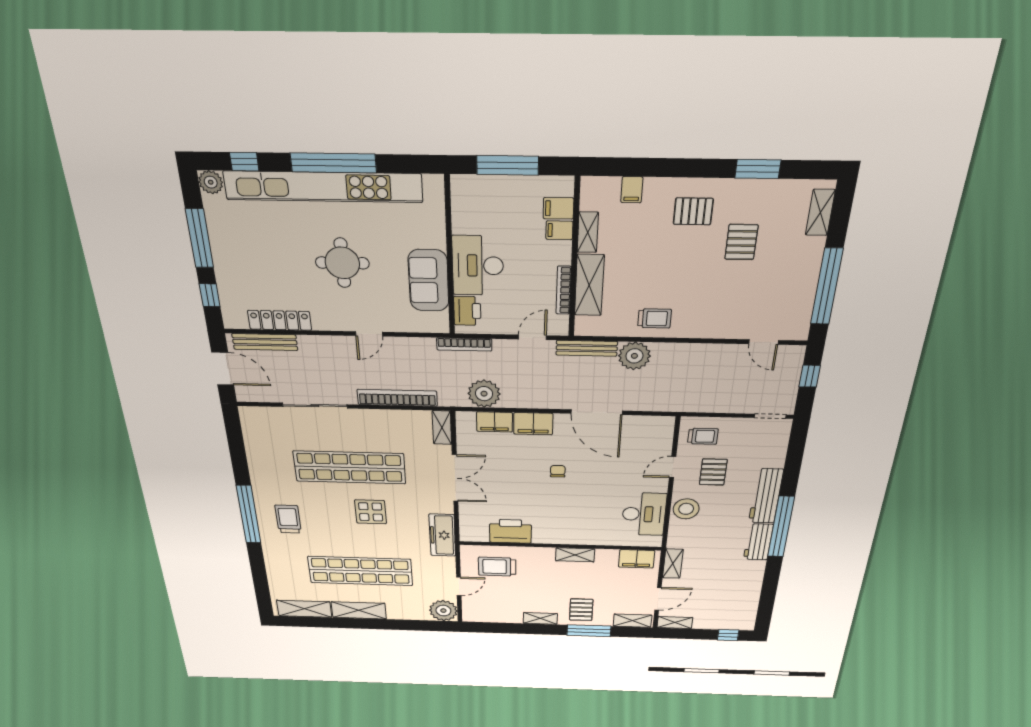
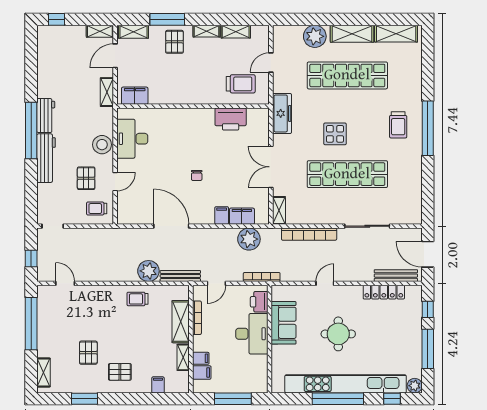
filing cabinet: (533, 424) -> (222, 215), width x0.50
shelving: (575, 555) -> (236, 32), moved
plant: (443, 611) -> (315, 36), moved

